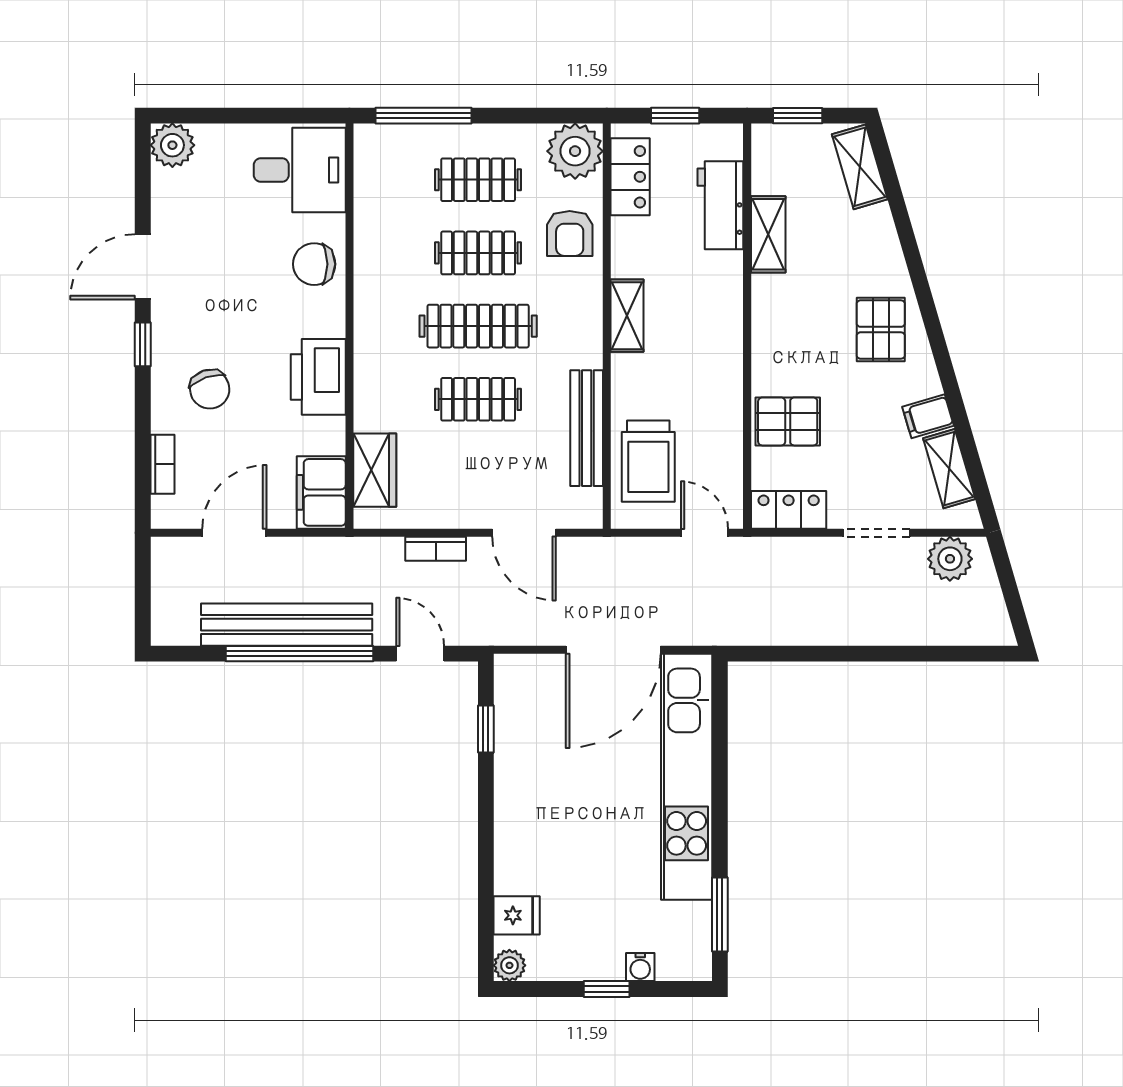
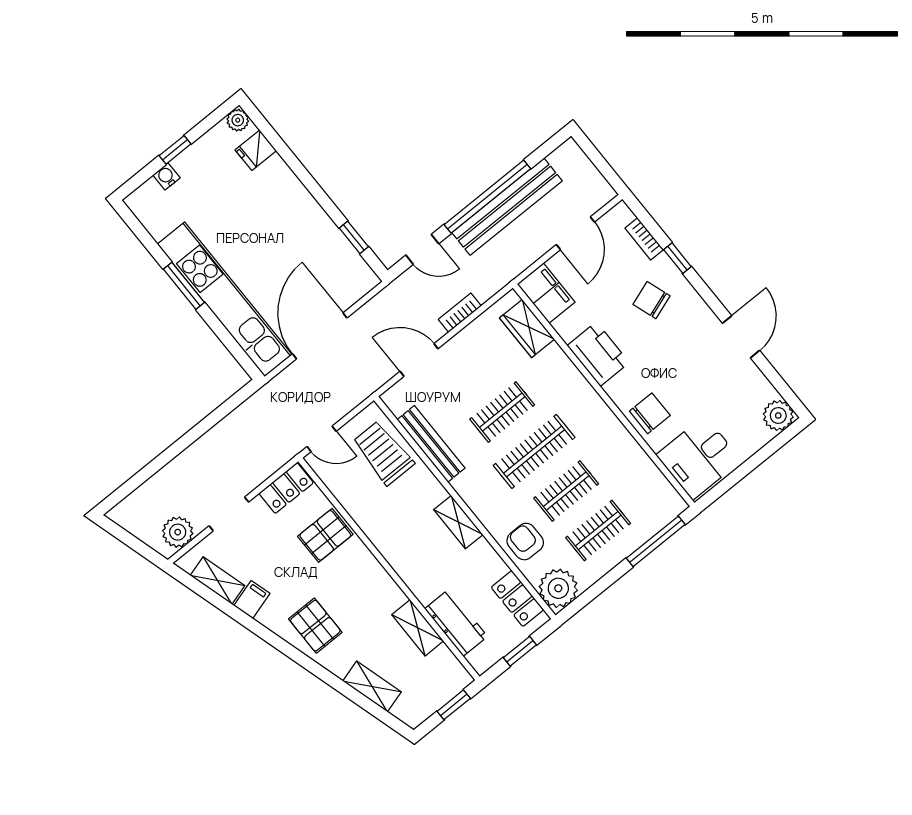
shelving: (860, 167) -> (372, 686), moved
window: (143, 344) -> (677, 258), moved
window: (720, 914) -> (184, 286), moved

